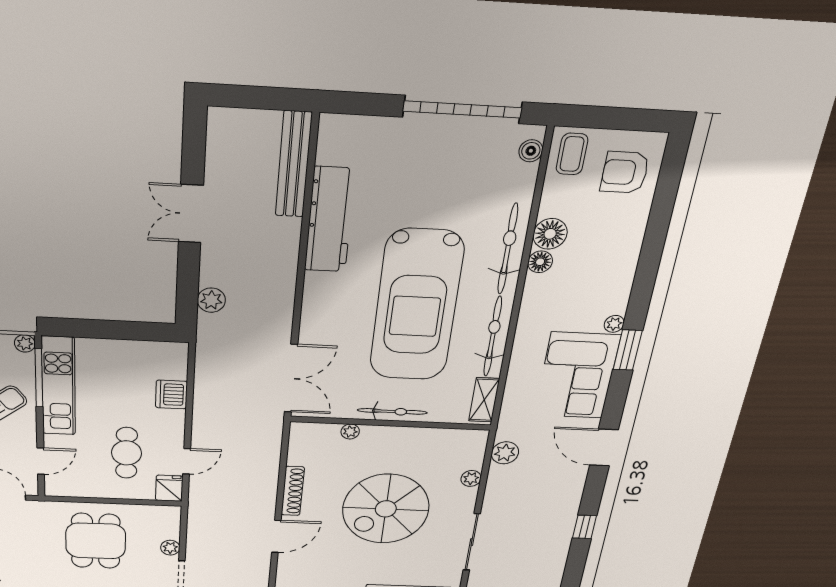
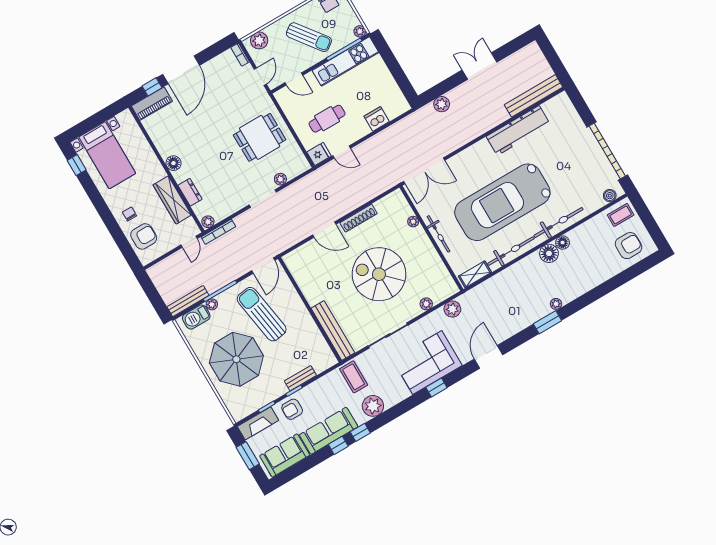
armchair: (625, 172) -> (629, 246), turned 90
floor lamp: (550, 234) -> (549, 253), moved
corner sofa: (577, 376) -> (427, 362), moved

